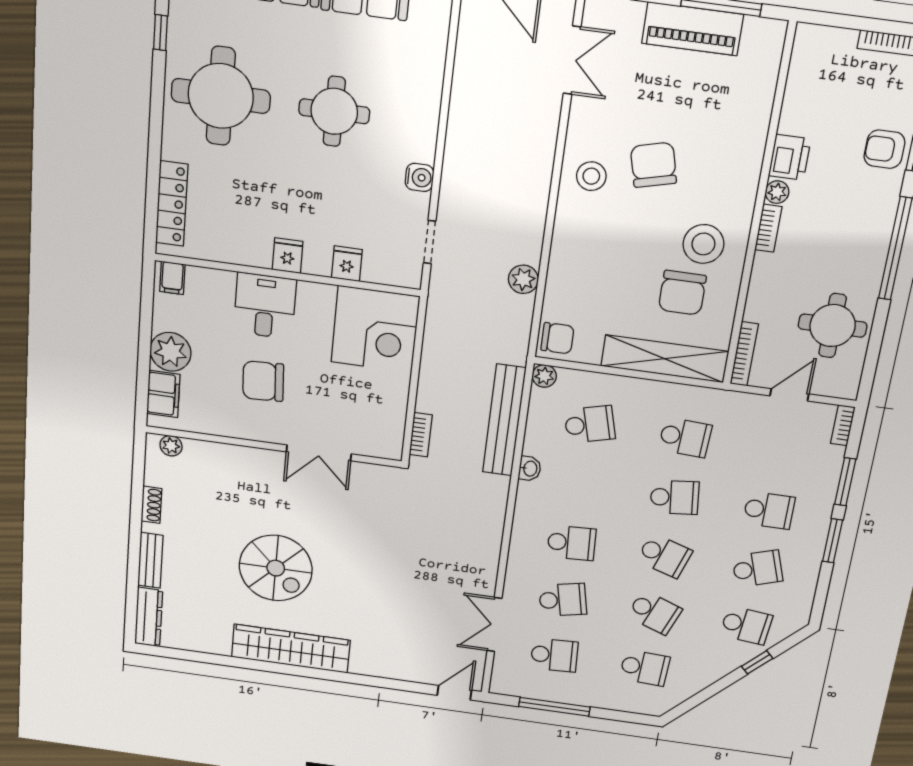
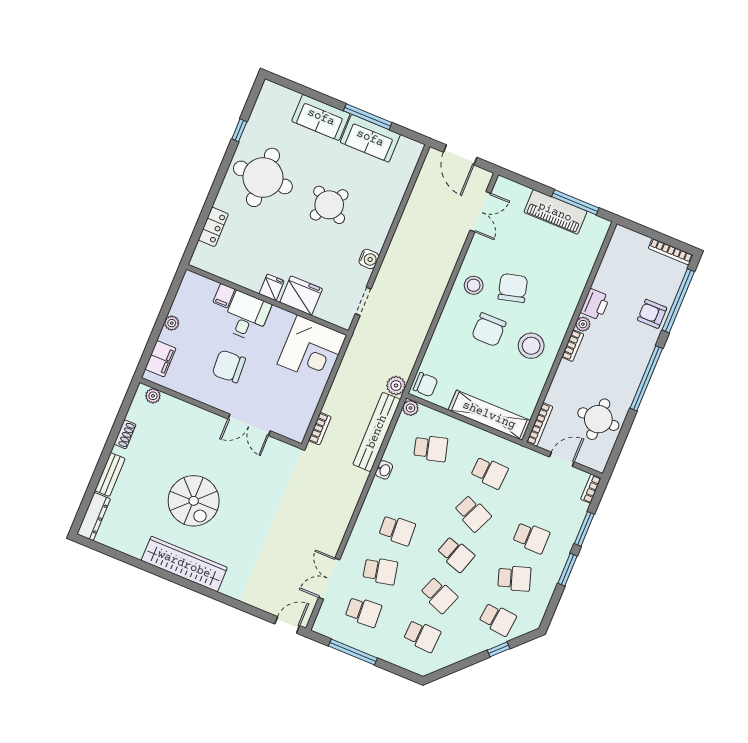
round table: (334, 111) -> (329, 205), turned 31
locker: (172, 204) -> (213, 227), width x0.66
fridge: (347, 264) -> (301, 296), width x1.88, depth x1.34
filing cabinet: (172, 278) -> (224, 296), moved
plant: (523, 279) -> (396, 386), moved
chair: (682, 293) -> (489, 330), moved
plant: (170, 352) -> (172, 323), width x0.53, depth x0.53
school desk: (675, 497) -> (473, 513), turned 30

